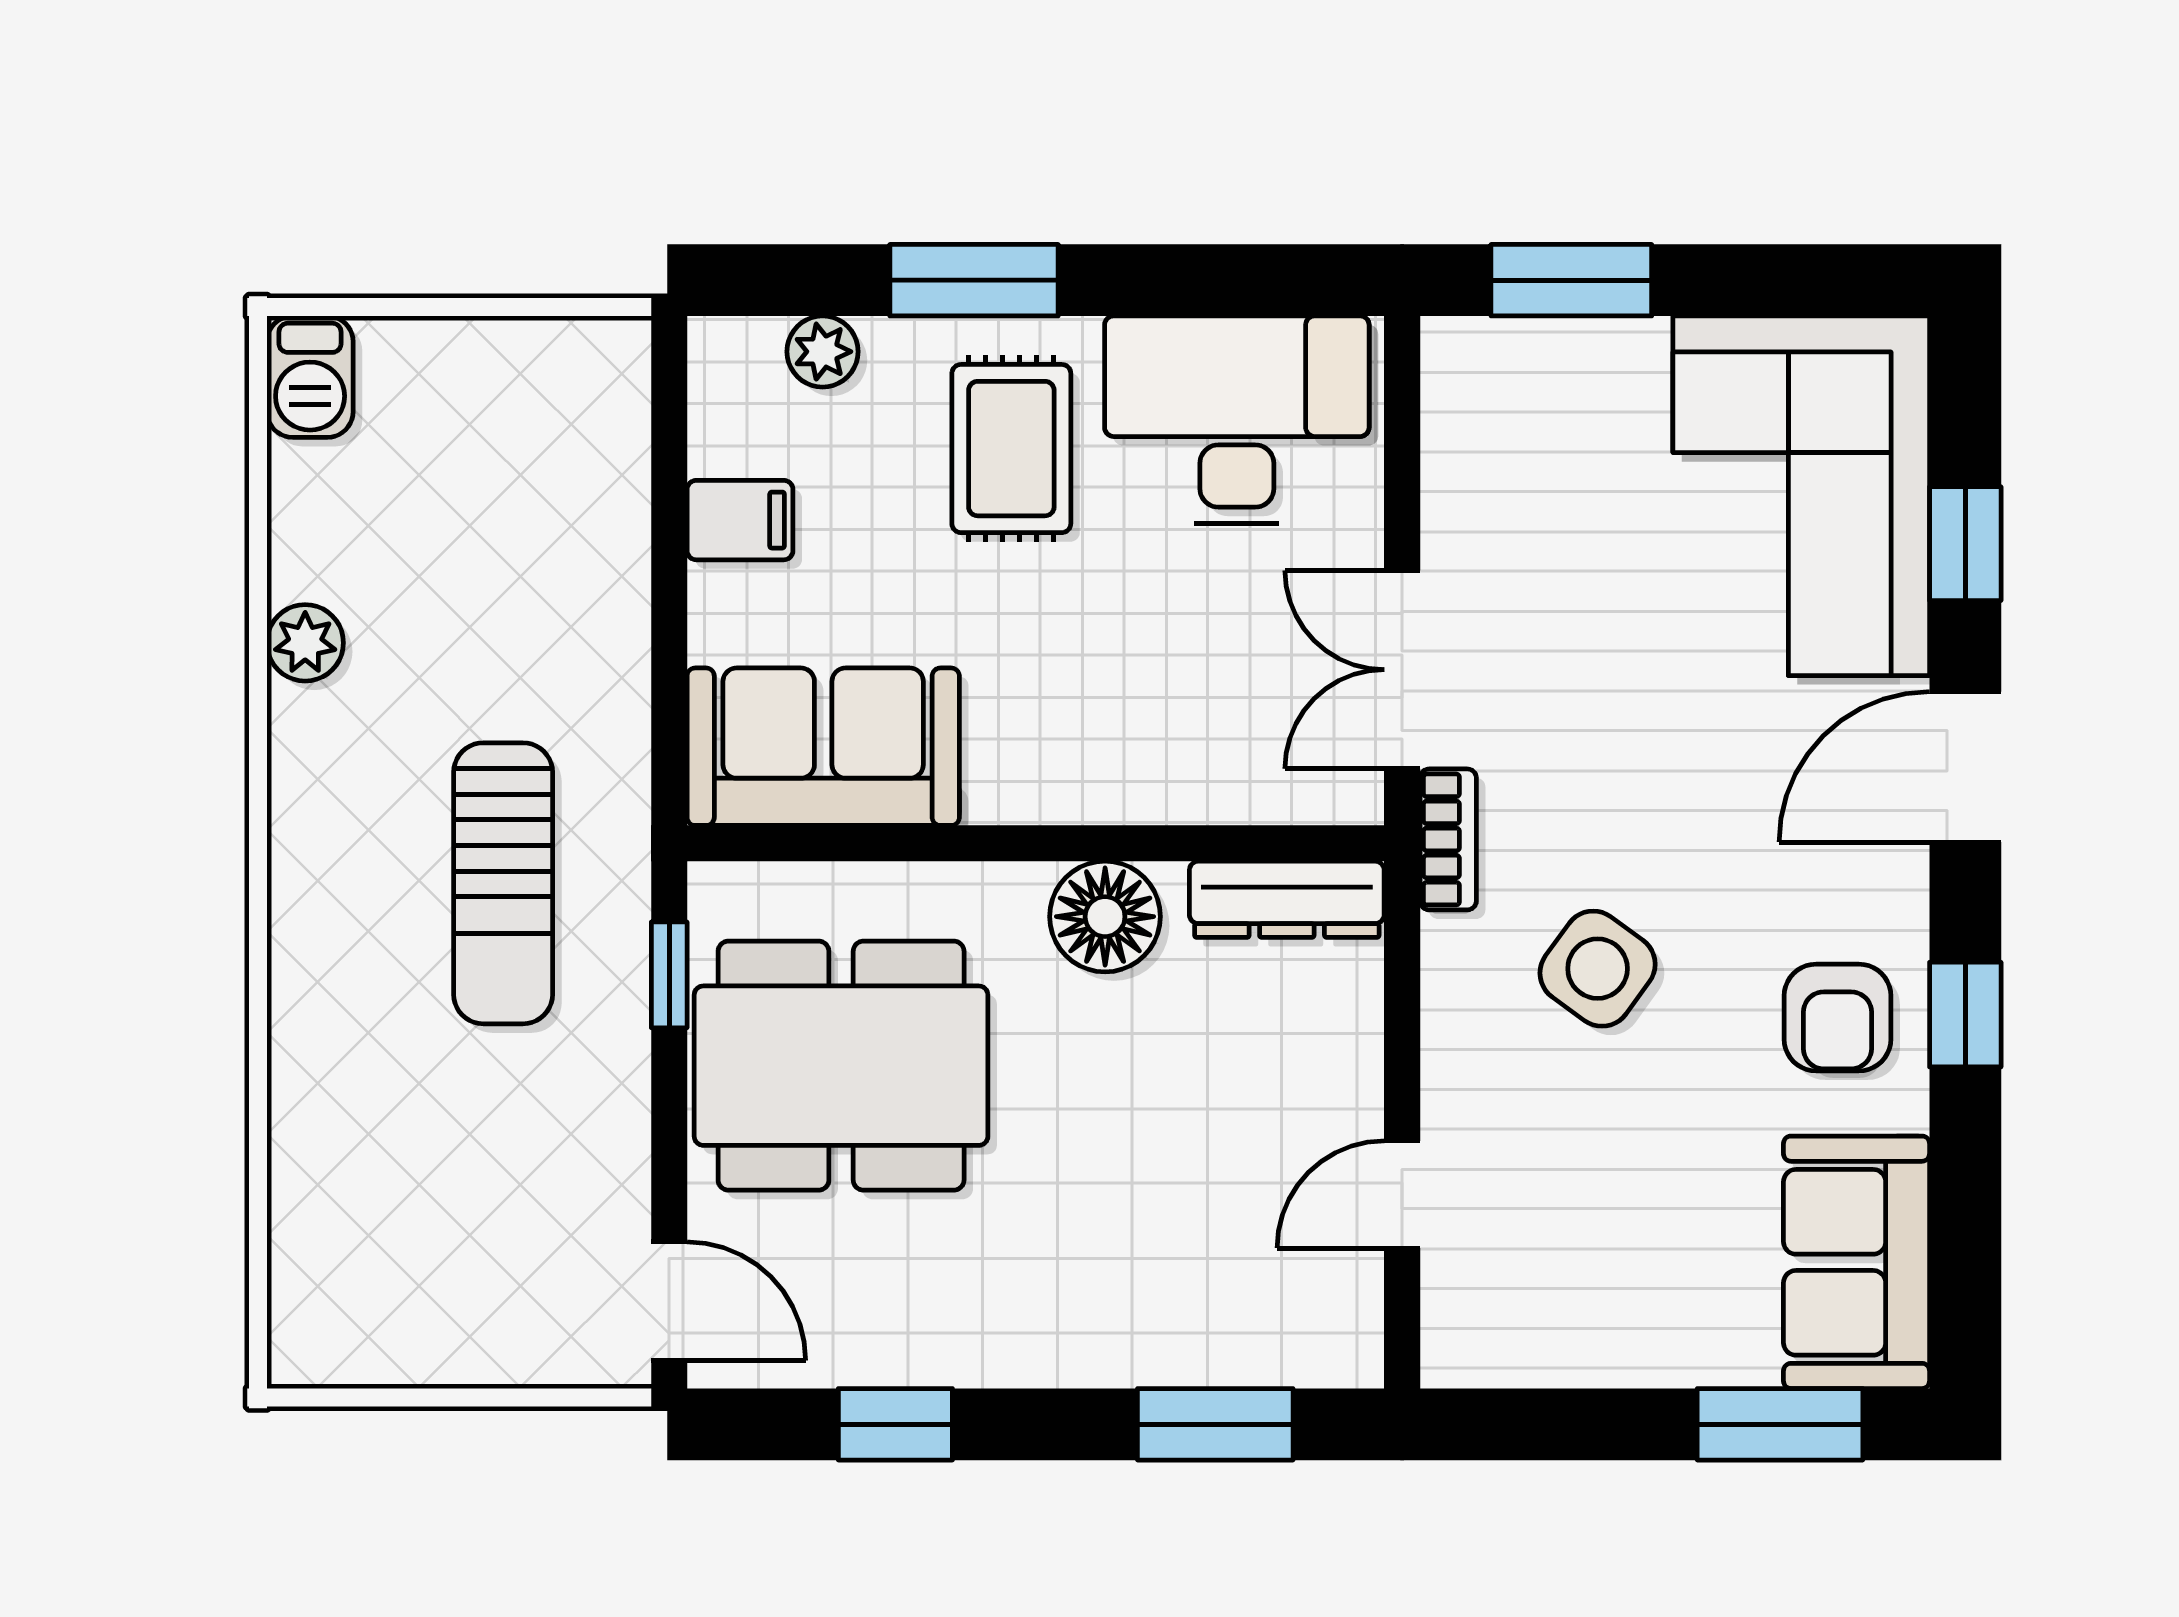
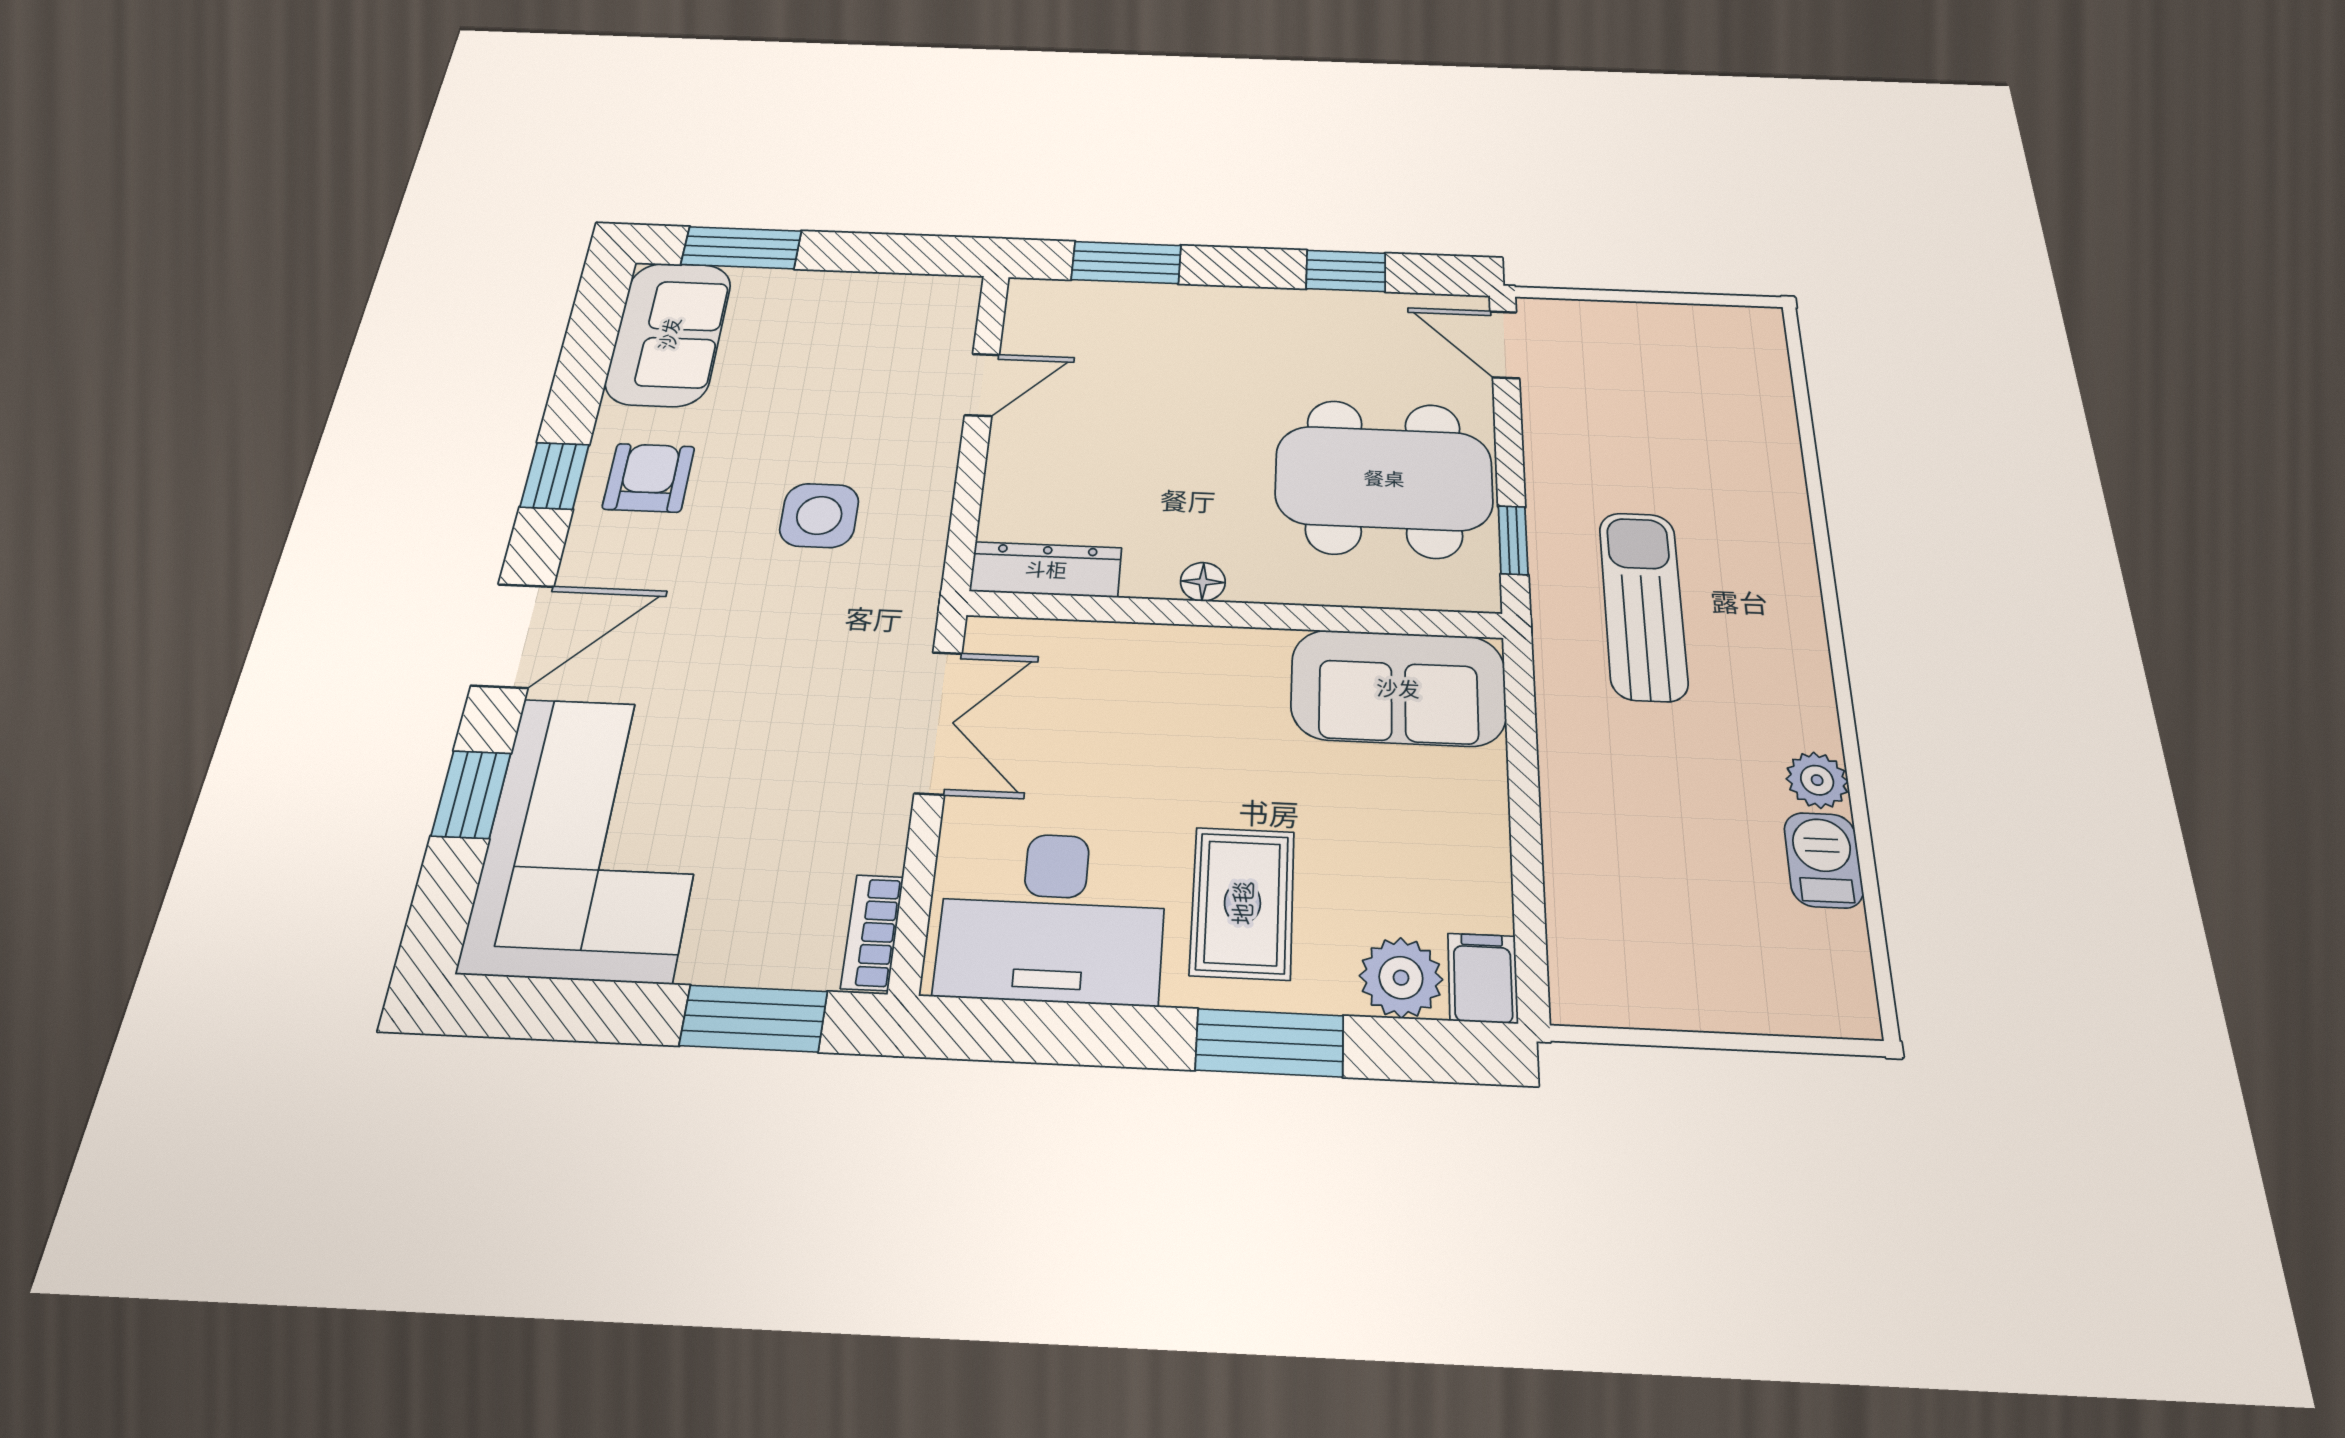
plant: (823, 352) -> (1401, 978), width x1.38, depth x1.38
barbecue: (310, 377) -> (1823, 860), moved
filing cabinet: (740, 520) -> (1483, 978), moved, turned 90
bookcase: (1448, 839) -> (872, 932), moved
floor lamp: (1105, 917) -> (1203, 582), width x0.53, depth x0.53
side table: (1598, 969) -> (819, 515), turned -36

